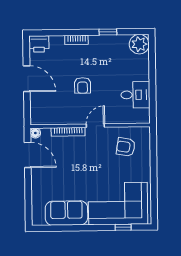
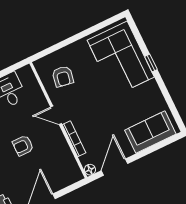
armchair: (83, 85) -> (23, 146), turned 180
sofa: (66, 213) -> (150, 132), moved, turned 90
window: (123, 227) -> (151, 63), moved

